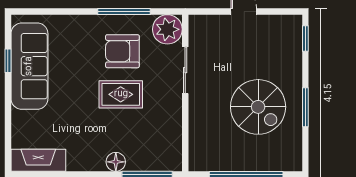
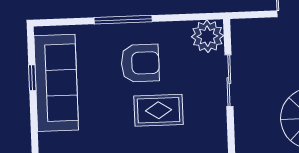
window: (124, 12) -> (123, 20), moved
armchair: (122, 51) -> (140, 63), moved, turned 180

